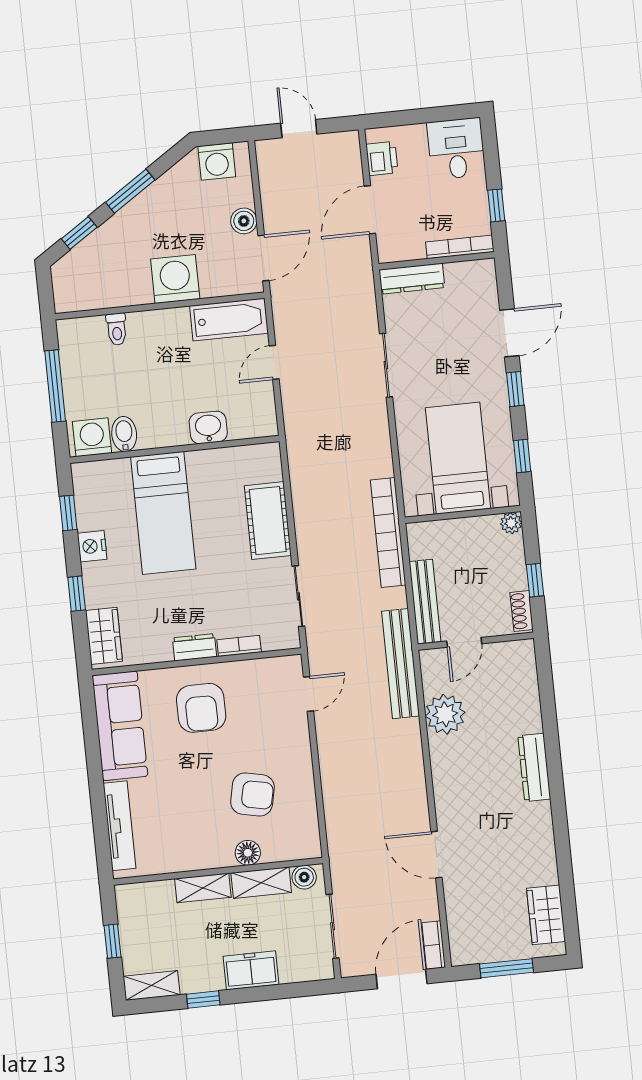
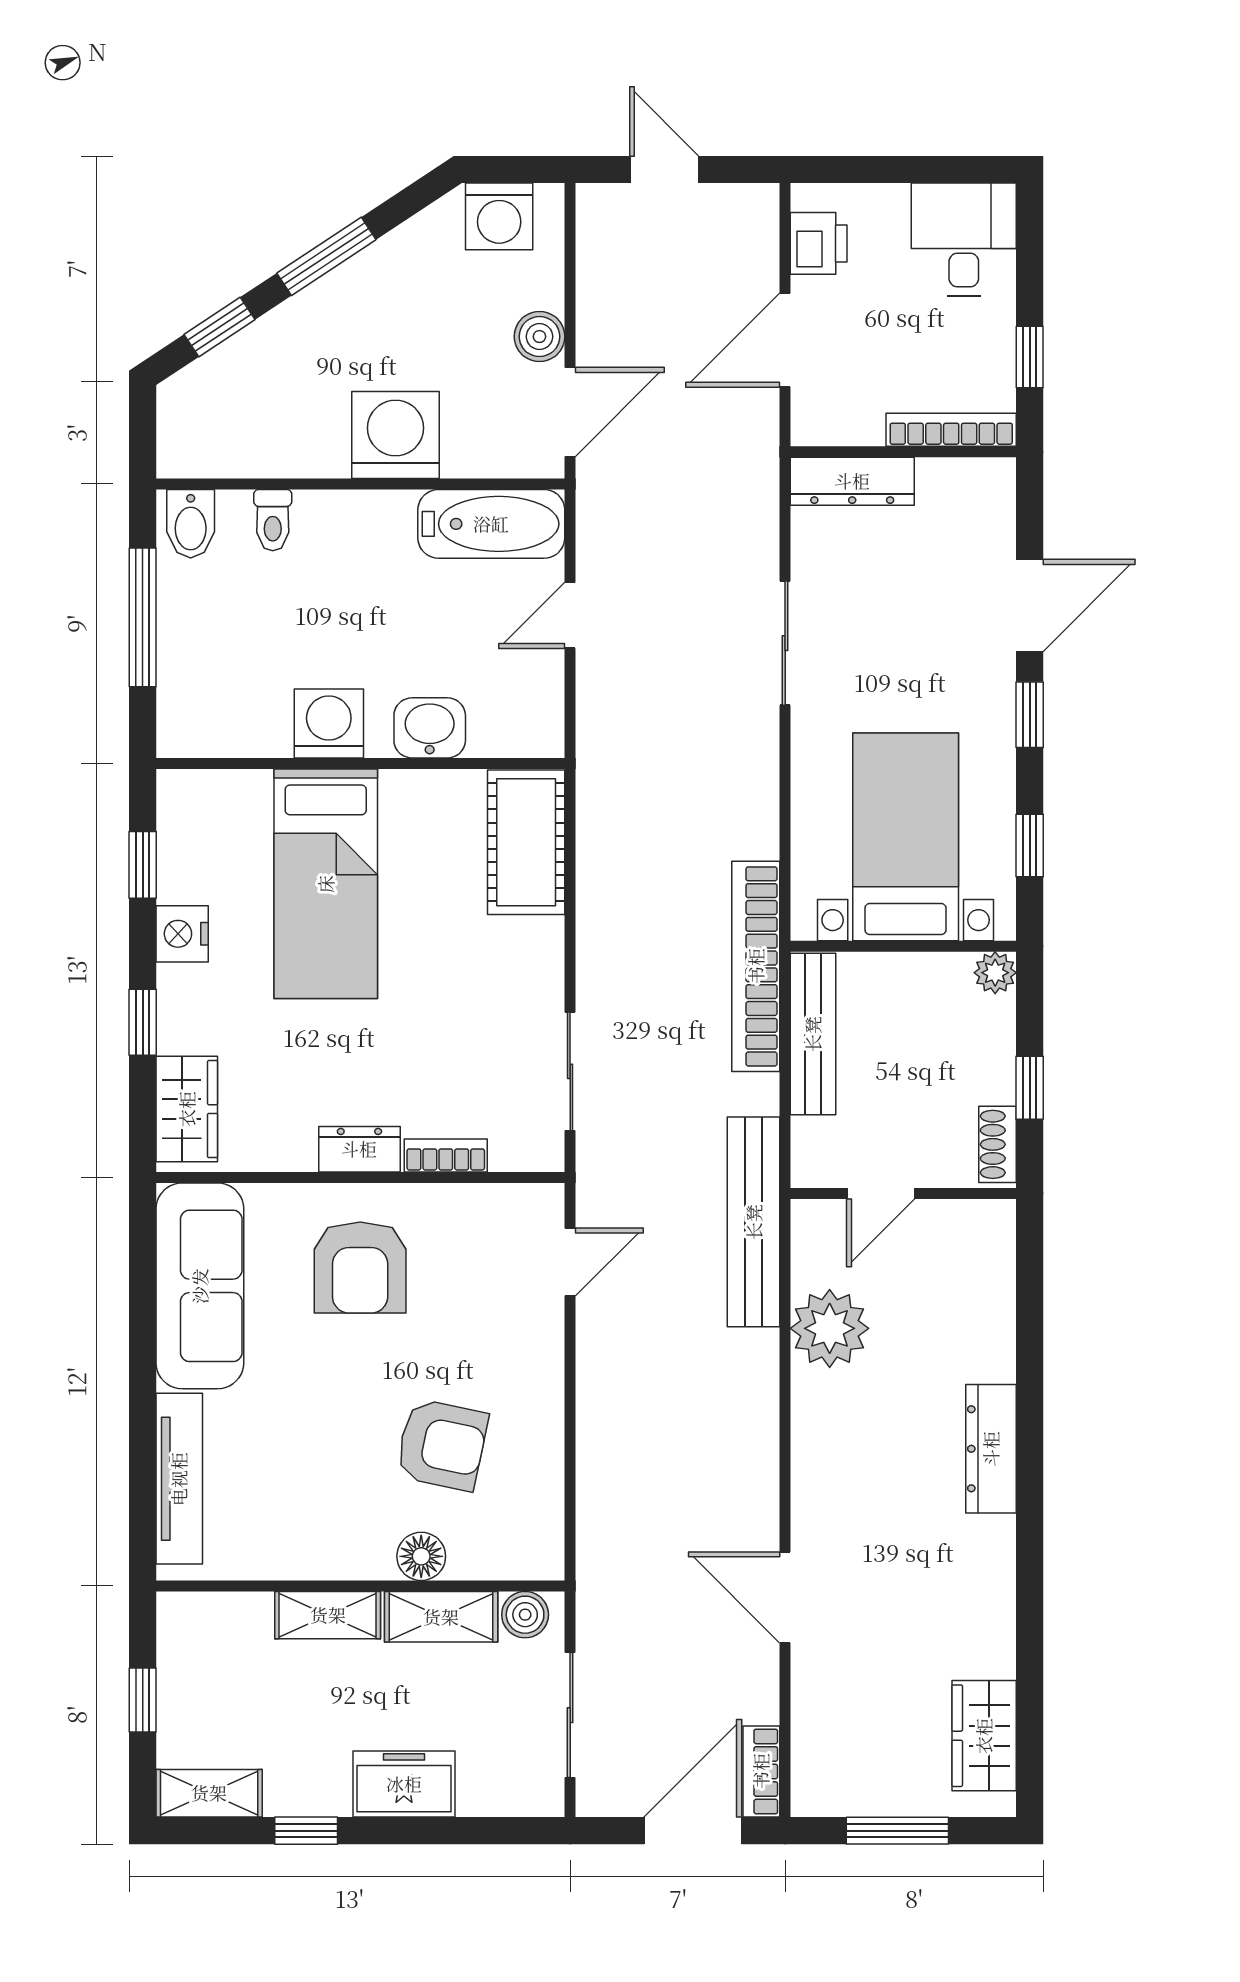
bidet: (124, 434) -> (191, 524), moved, turned 180
washing machine: (92, 437) -> (329, 724), moved
cot: (268, 521) -> (526, 842), moved
bench: (425, 602) -> (813, 1034), moved

